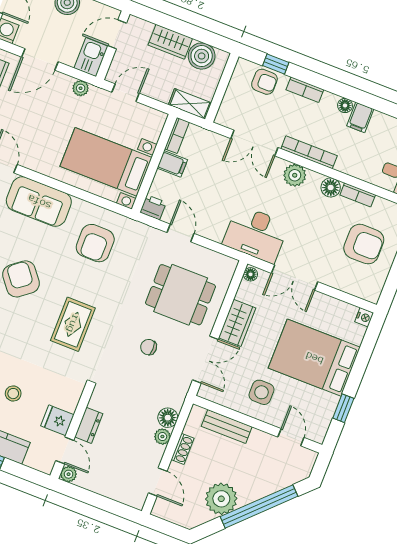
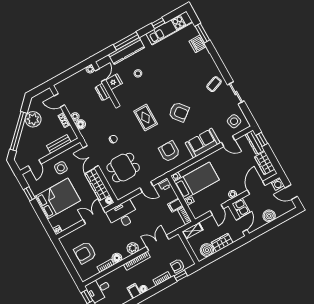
wardrobe: (237, 323) -> (97, 185), width x1.50
door: (291, 437) -> (35, 165), hinge flipped
door: (65, 450) -> (100, 75), swing flipped

